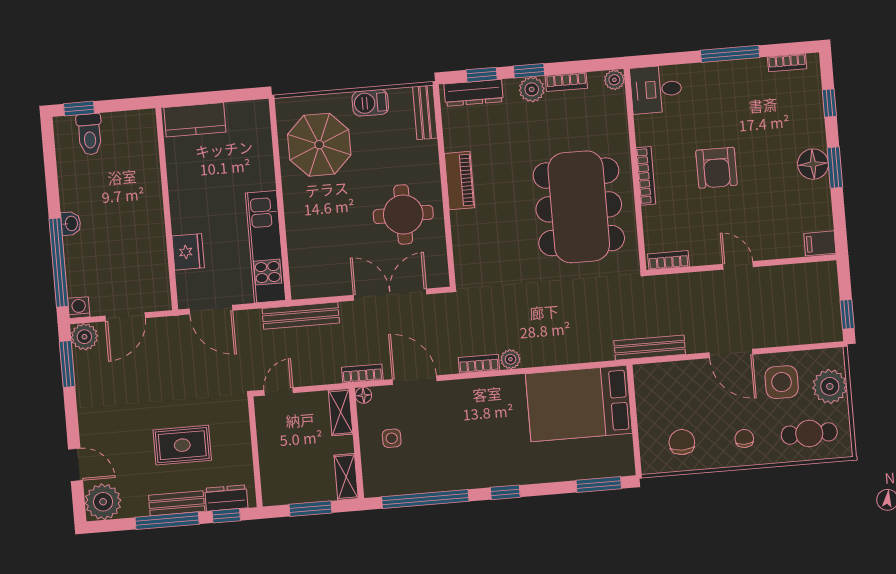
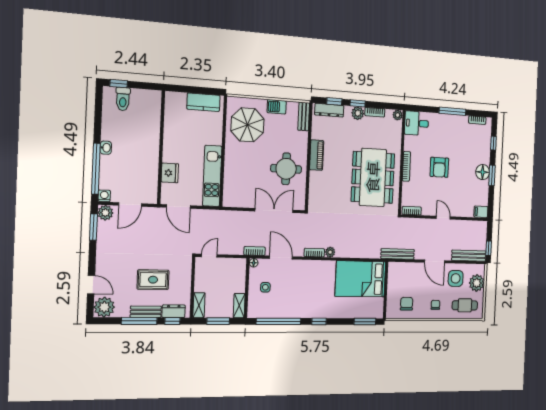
kitchen counter: (195, 120) -> (203, 102), moved
bench: (301, 316) -> (469, 256), moved
shelving: (341, 412) -> (199, 305), moved

